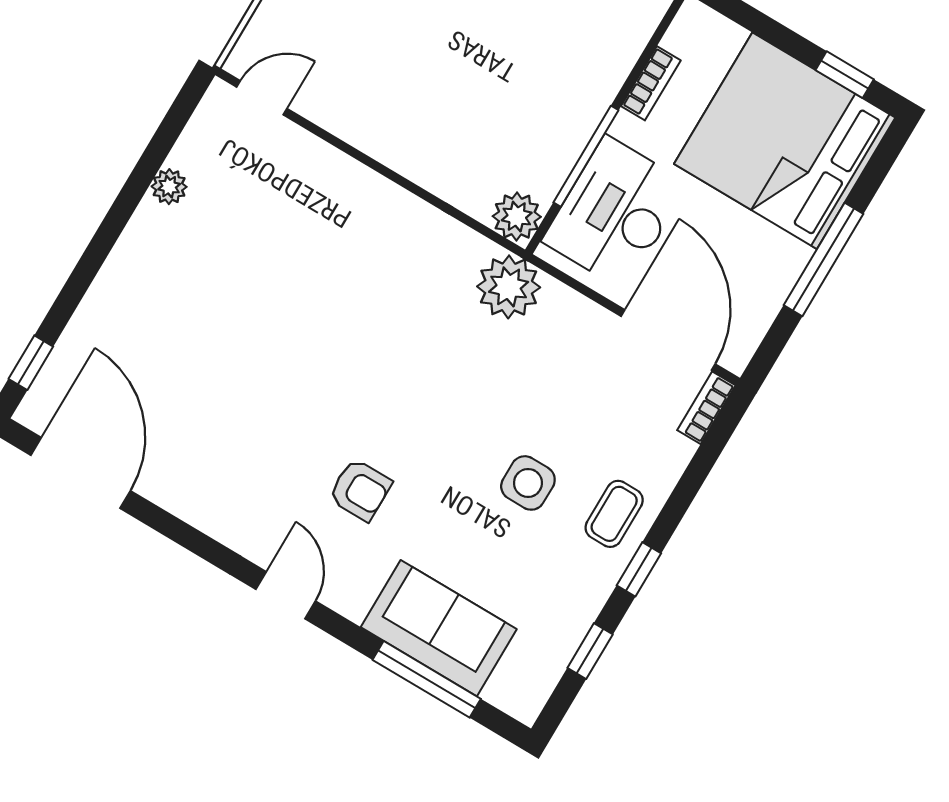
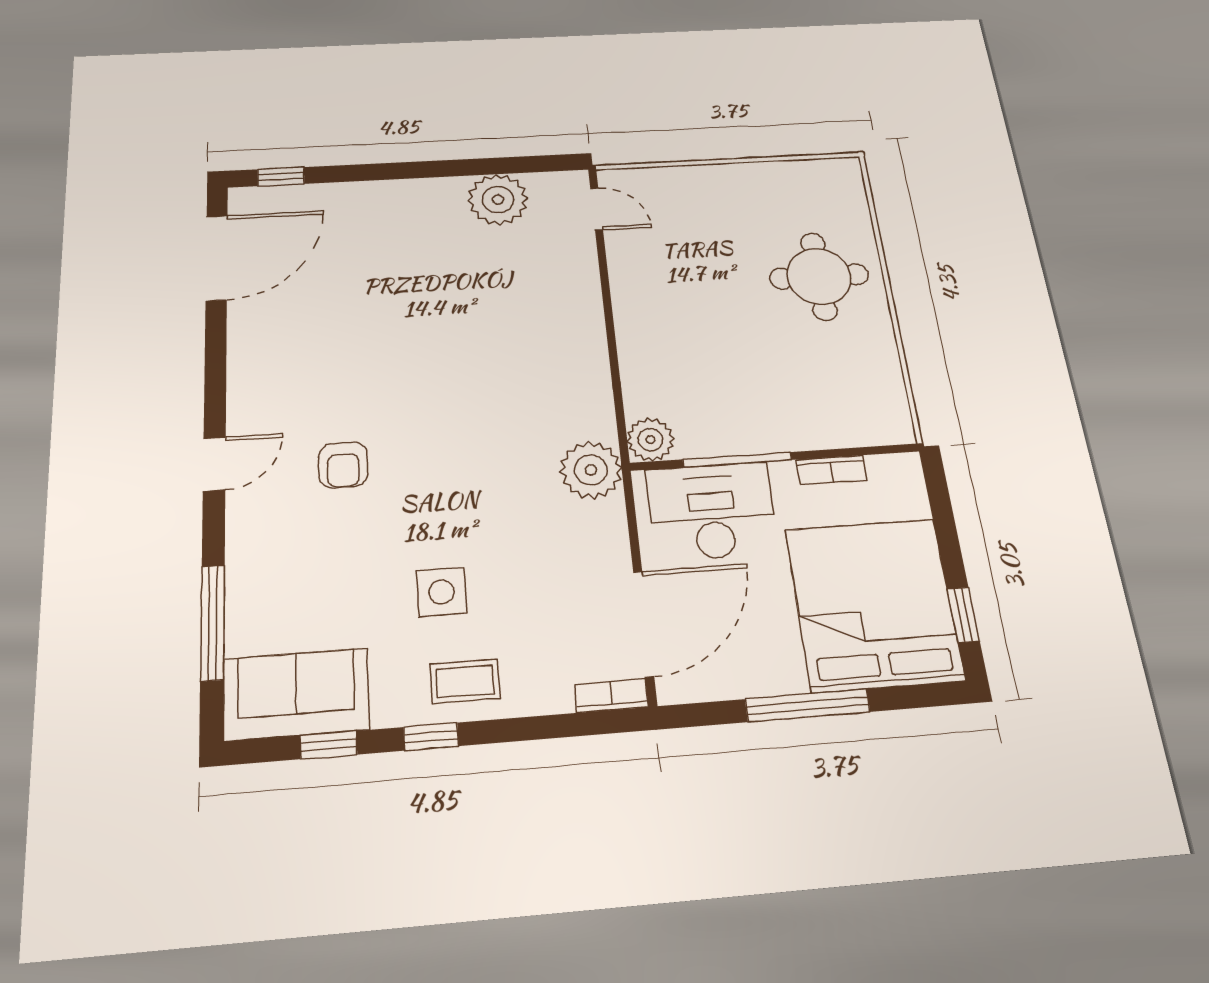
plant: (169, 187) -> (498, 200), width x1.88, depth x1.88
sofa: (439, 628) -> (296, 694), moved, turned -90

